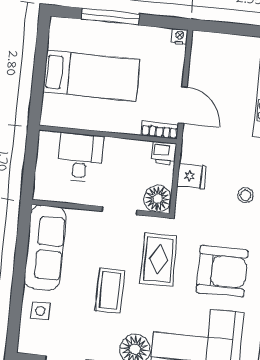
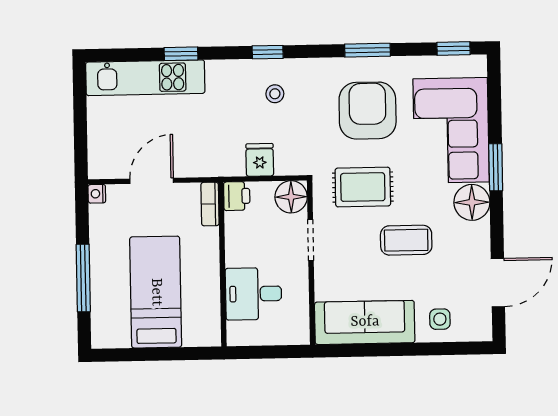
door: (183, 105) -> (152, 181), moved

